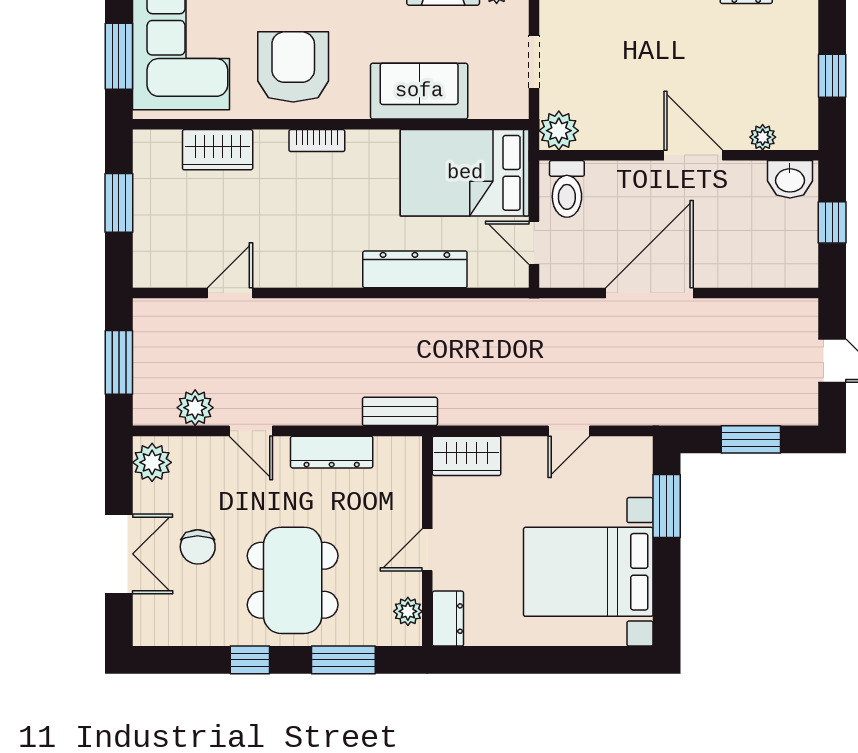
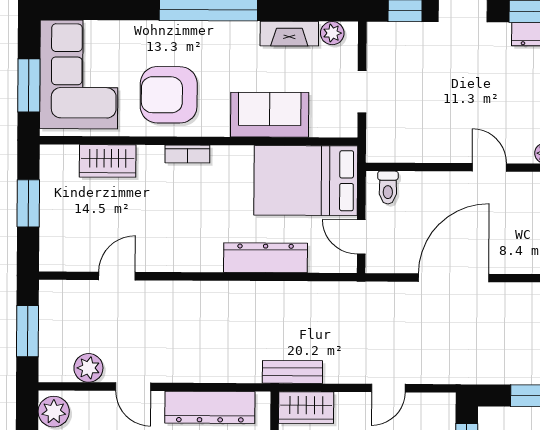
armchair: (293, 67) -> (169, 95), turned -90
plant: (559, 131) -> (382, 147), removed
door: (693, 155) -> (489, 167), width x0.73
toilet: (567, 189) -> (388, 187), width x0.73, depth x0.72
bench: (400, 411) -> (292, 372), moved
dresser: (332, 452) -> (210, 407), width x1.37, depth x1.24

